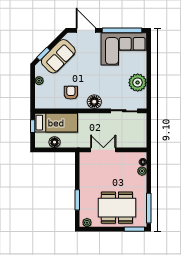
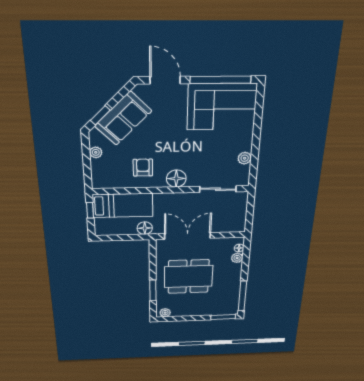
plant: (138, 83) -> (245, 158), width x0.53, depth x0.53
floor lamp: (55, 142) -> (145, 228), moved
double door: (103, 150) -> (188, 236), width x1.37
dining table: (117, 208) -> (188, 277), moved

